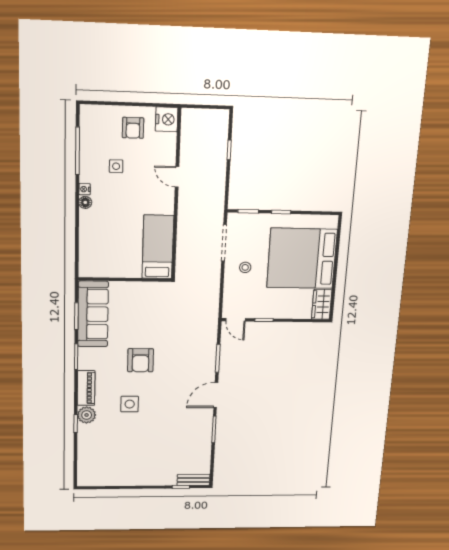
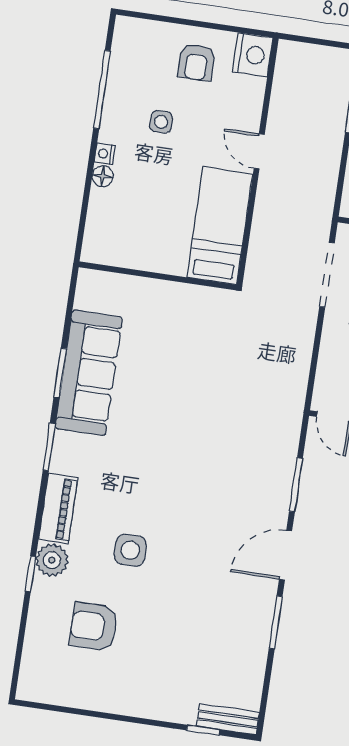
bed: (158, 247) -> (220, 226), moved
wall: (125, 280) -> (158, 276), moved
armchair: (141, 360) -> (94, 627), moved, turned 90

